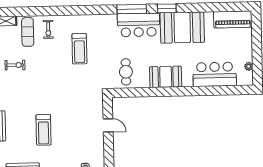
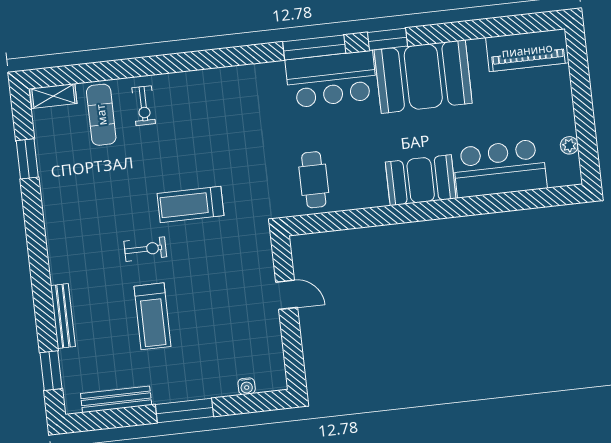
treadmill: (79, 49) -> (190, 205), moved, turned 90
exercise bike: (15, 65) -> (145, 249), moved
booth: (166, 77) -> (421, 180), moved

